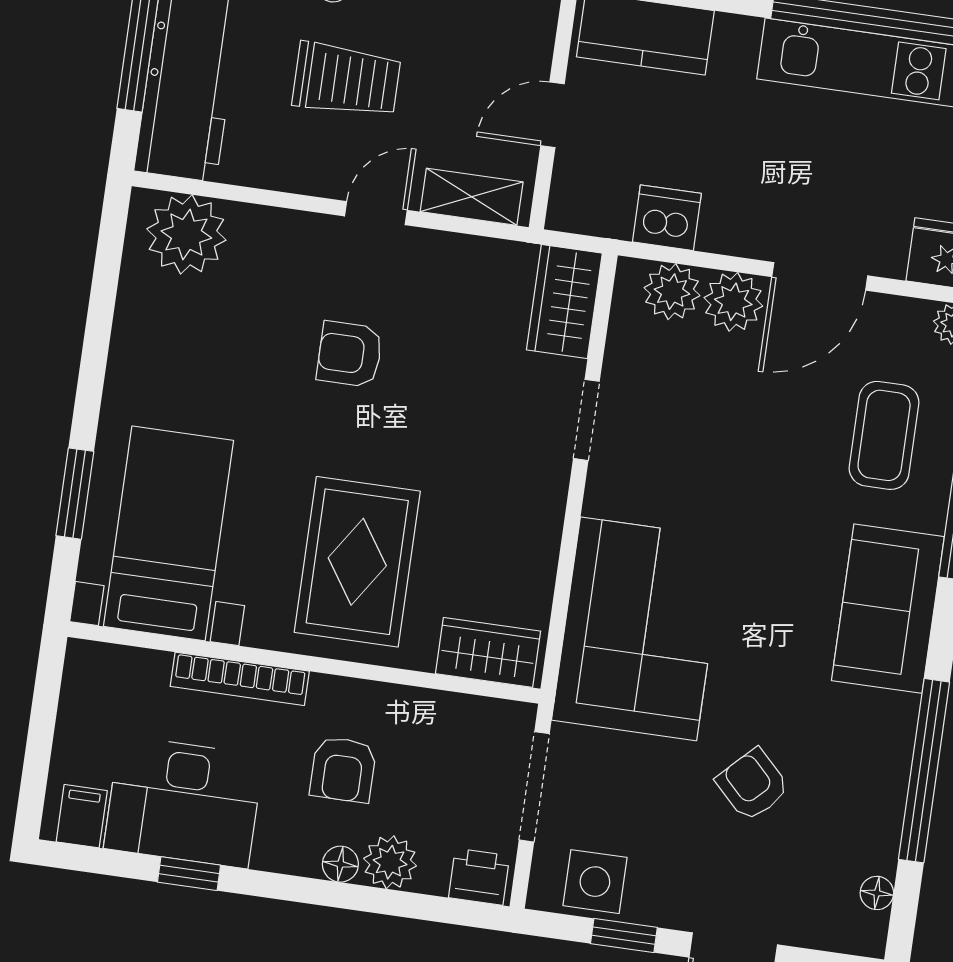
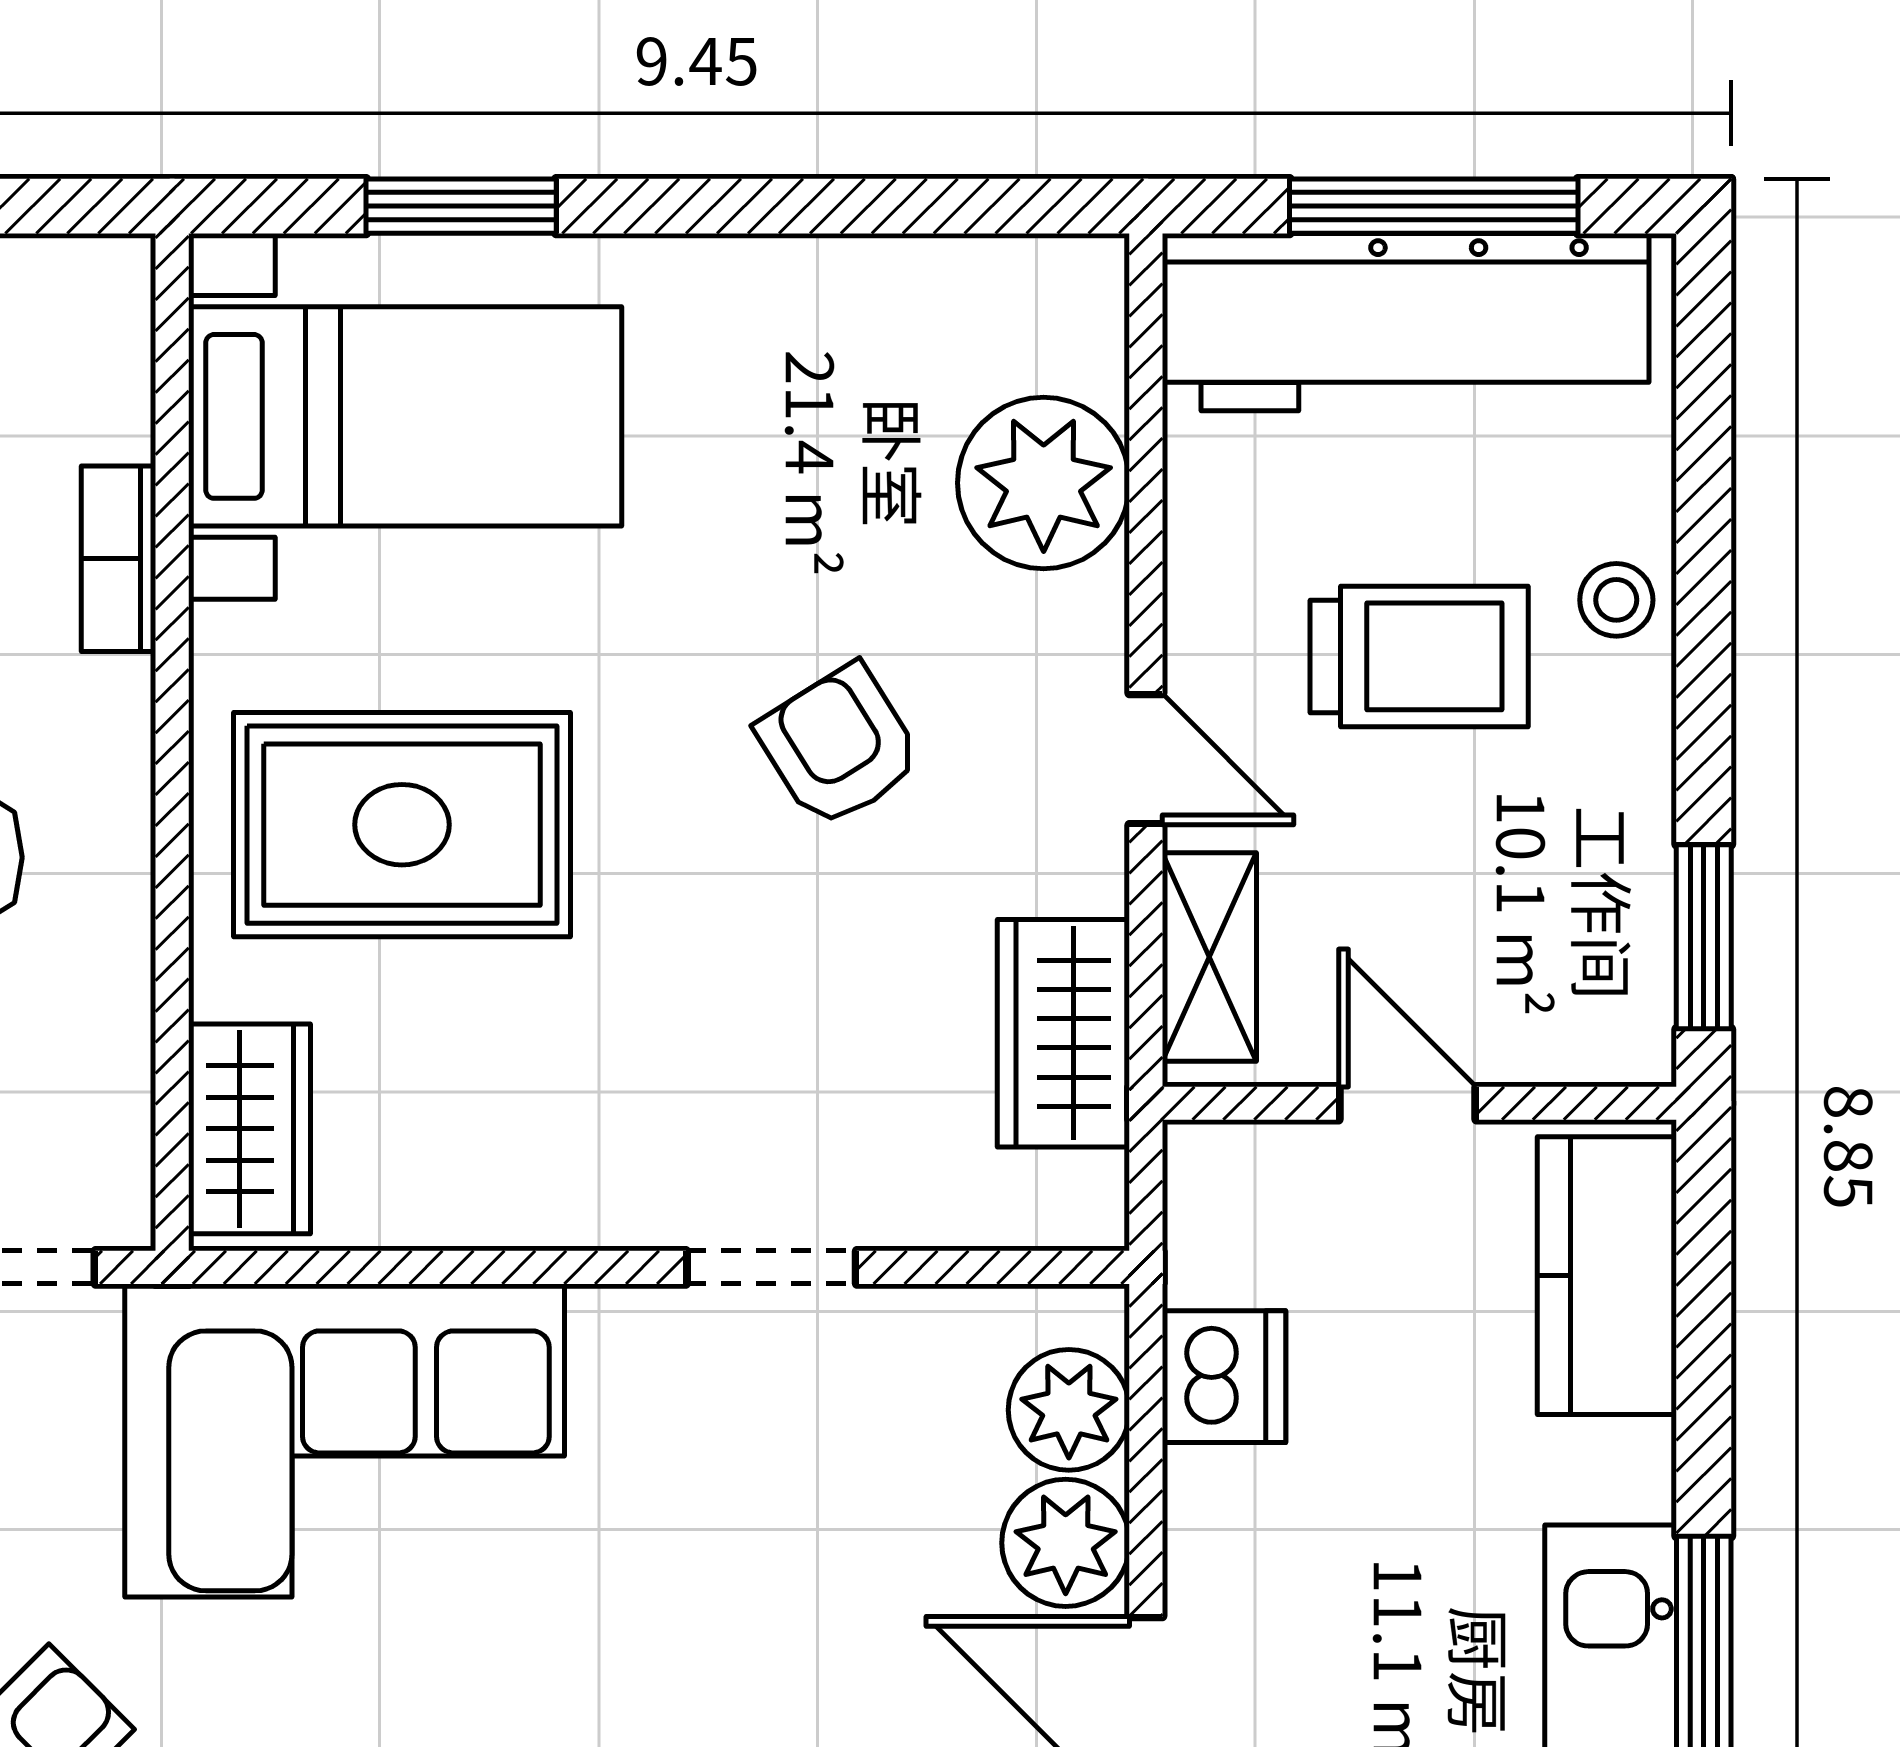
trolley: (346, 80) -> (1419, 656), turned -90
plant: (186, 234) -> (1044, 483), moved
wardrobe: (564, 301) -> (1063, 1033), moved, turned -90
armchair: (350, 354) -> (839, 746), turned -32
bookcase: (240, 679) -> (119, 559), width x0.64

